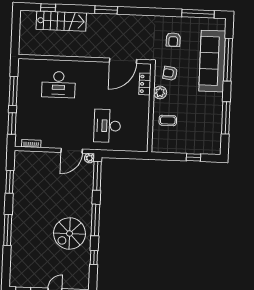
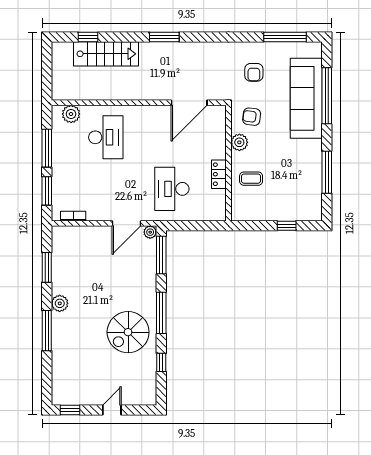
plant: (33, 66) -> (71, 114), added
locker: (145, 84) -> (219, 174), moved
desk: (59, 85) -> (106, 137), turned -90
plant: (18, 210) -> (60, 303), added

